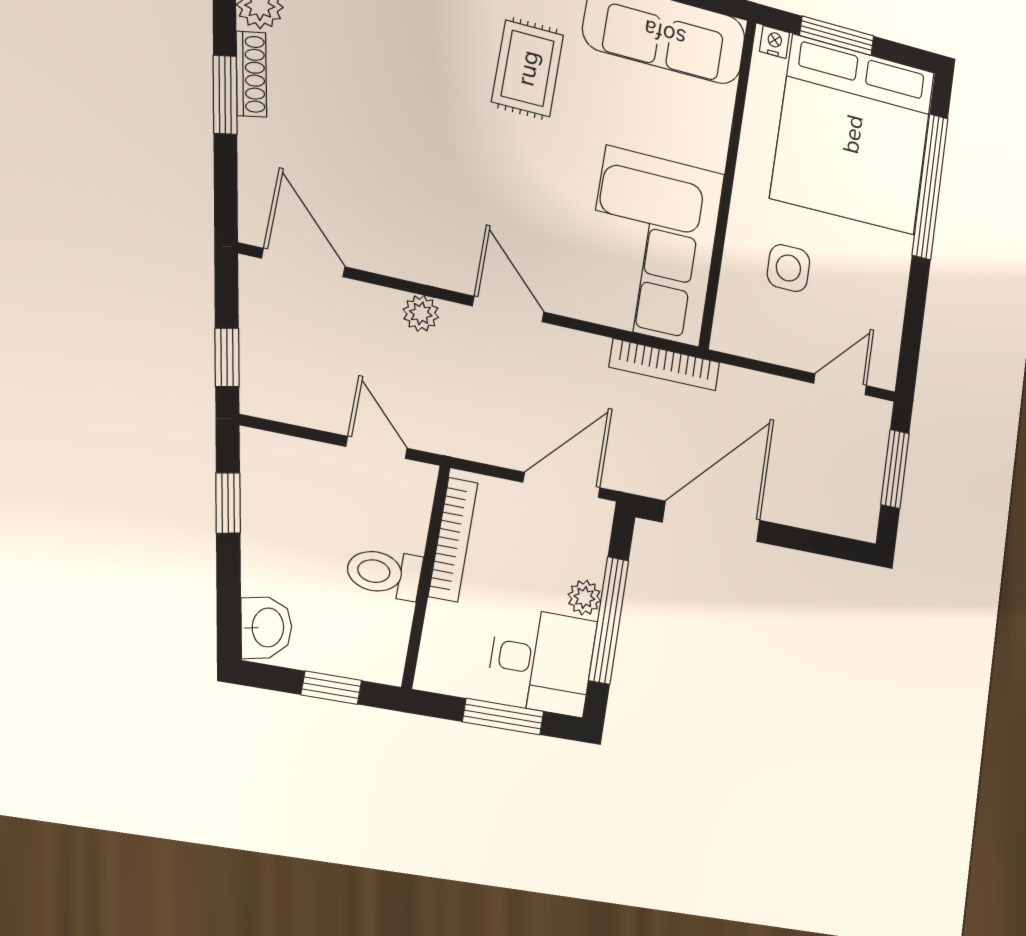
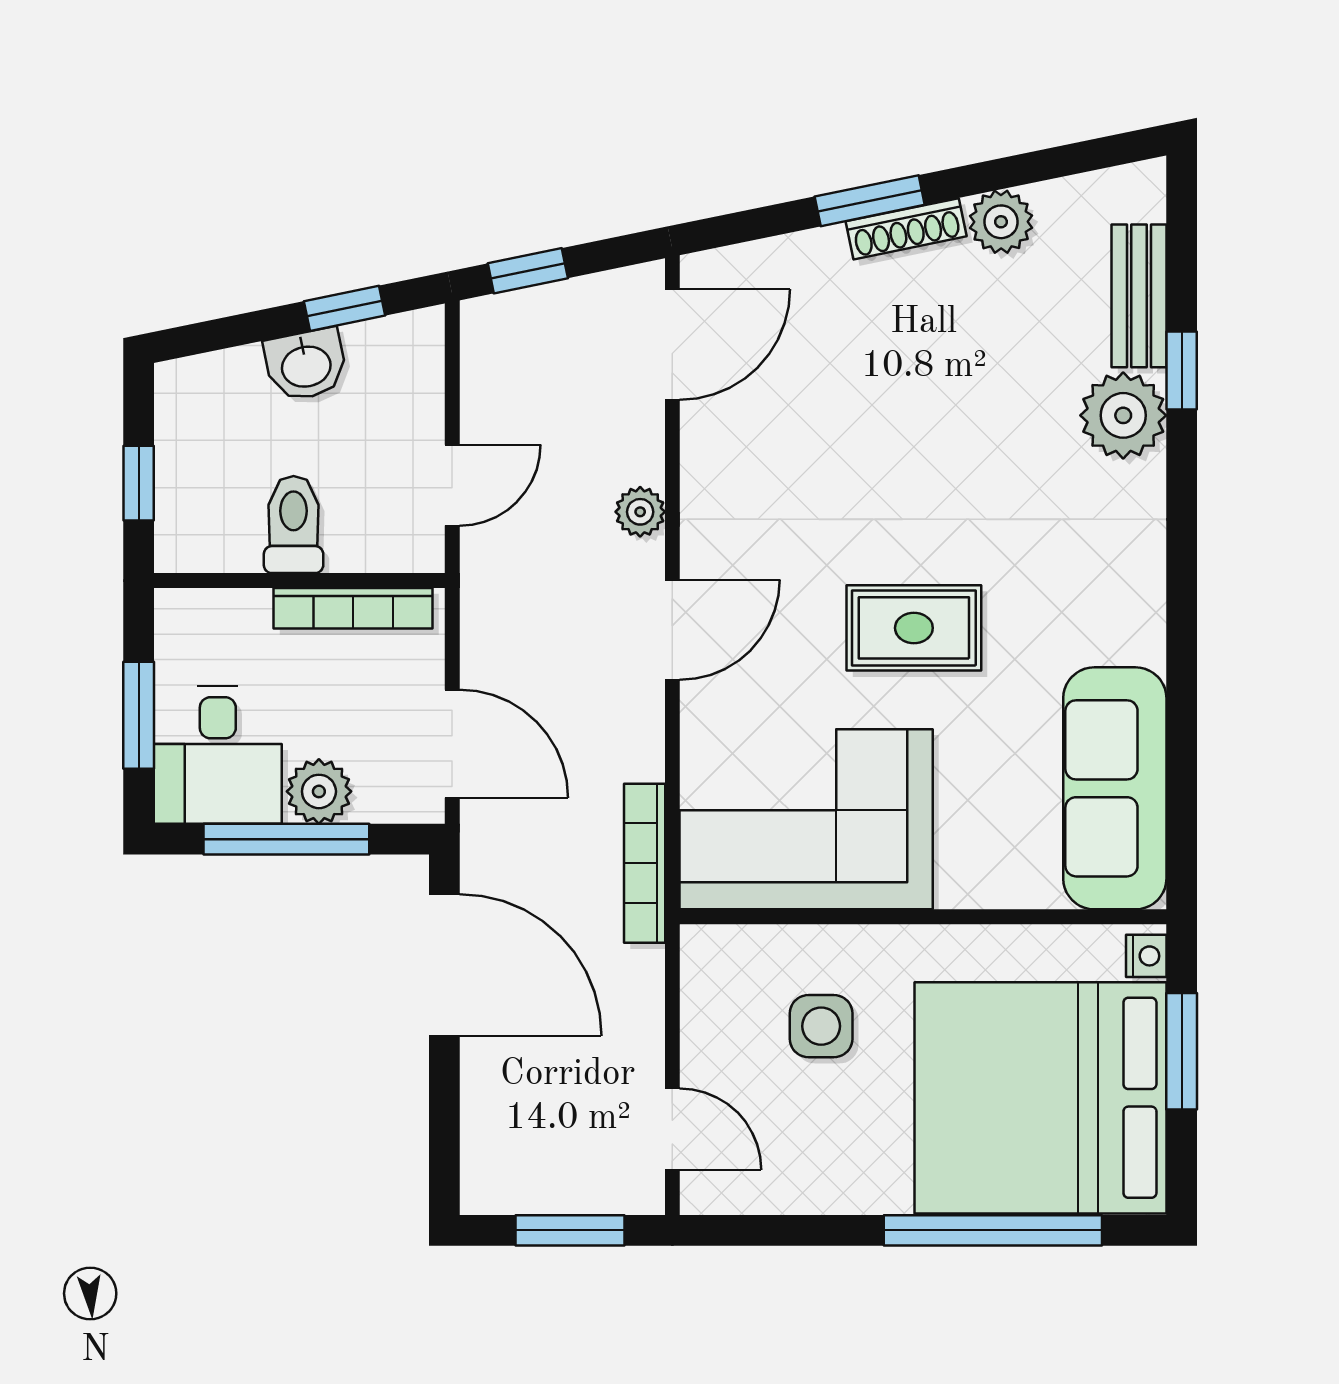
rug: (528, 68) -> (914, 628), moved
plant: (584, 598) -> (319, 791), width x1.38, depth x1.38
washbasin: (266, 627) -> (306, 365), moved

